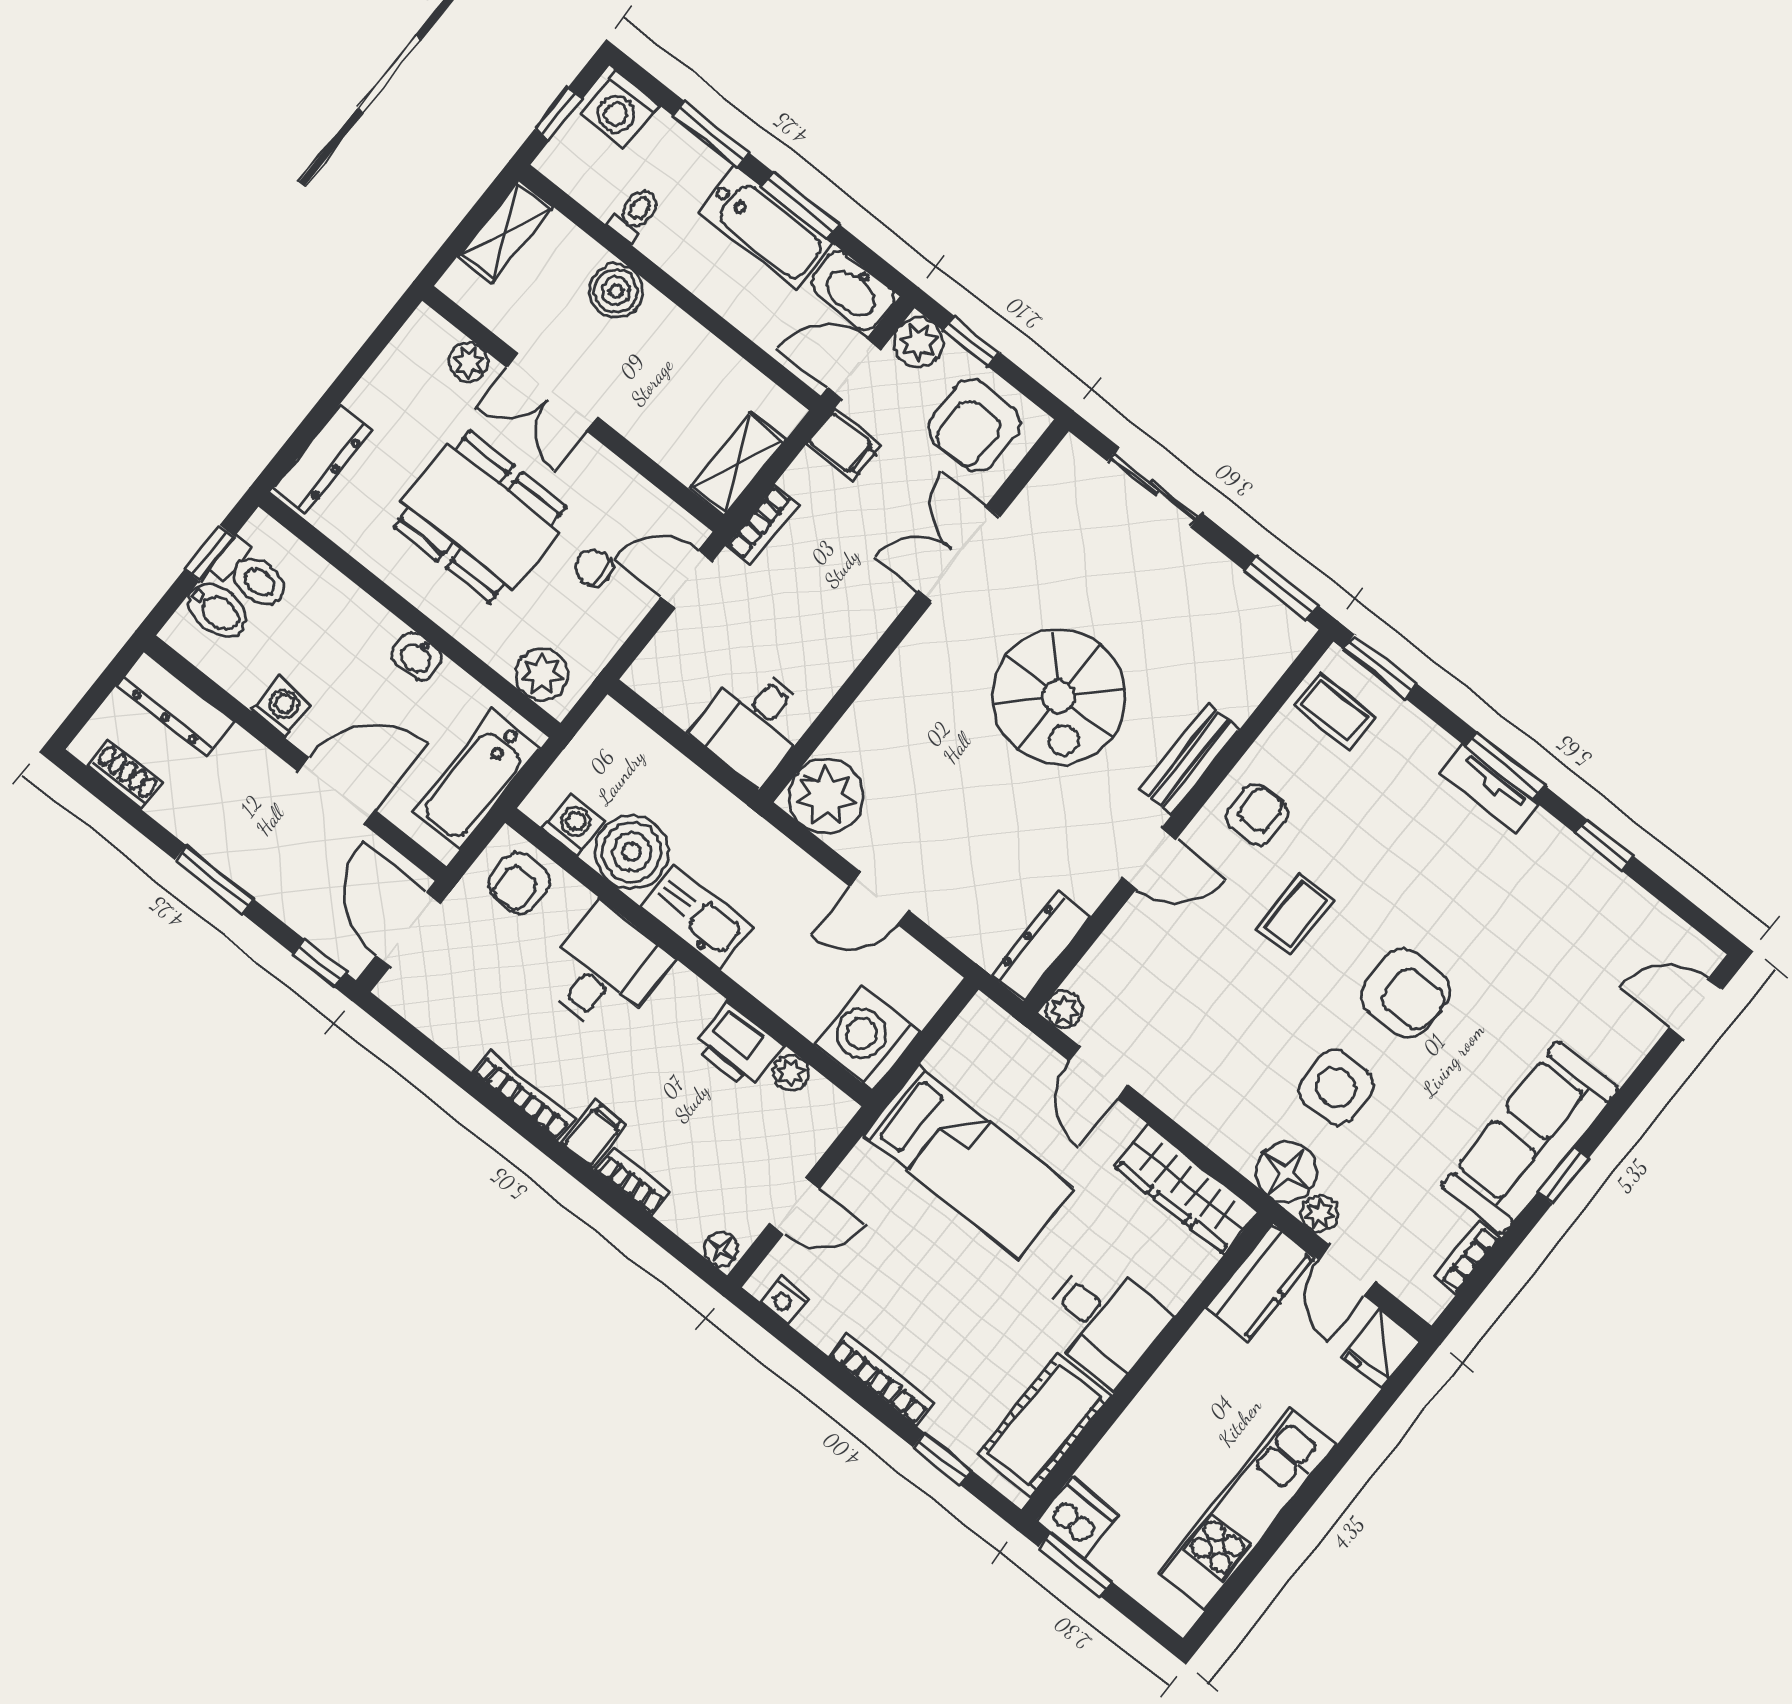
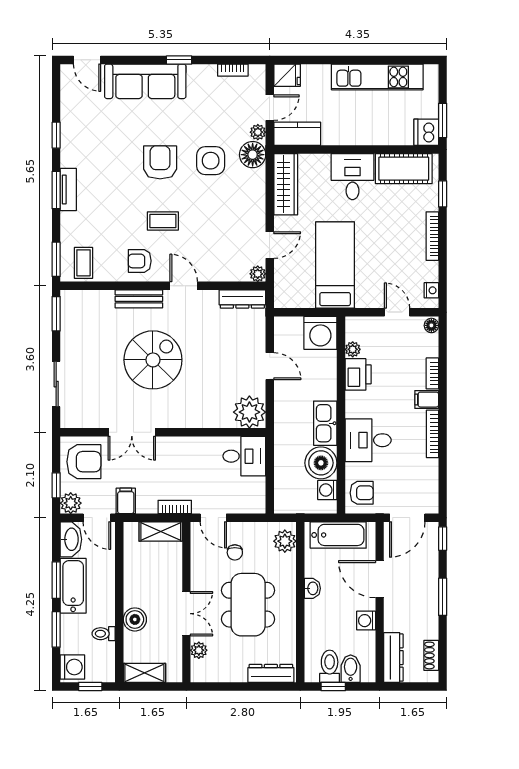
sofa: (1530, 1138) -> (145, 81), moved

